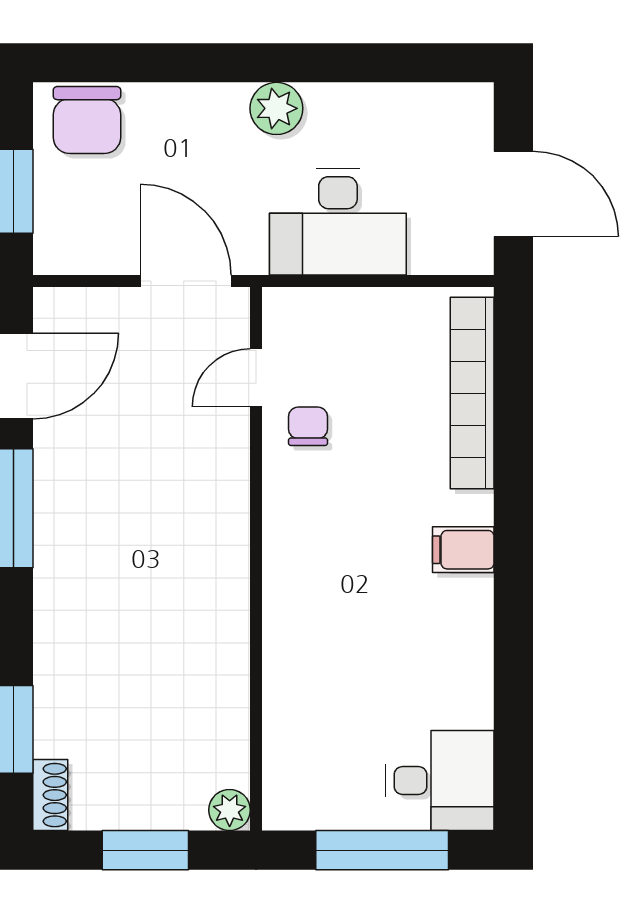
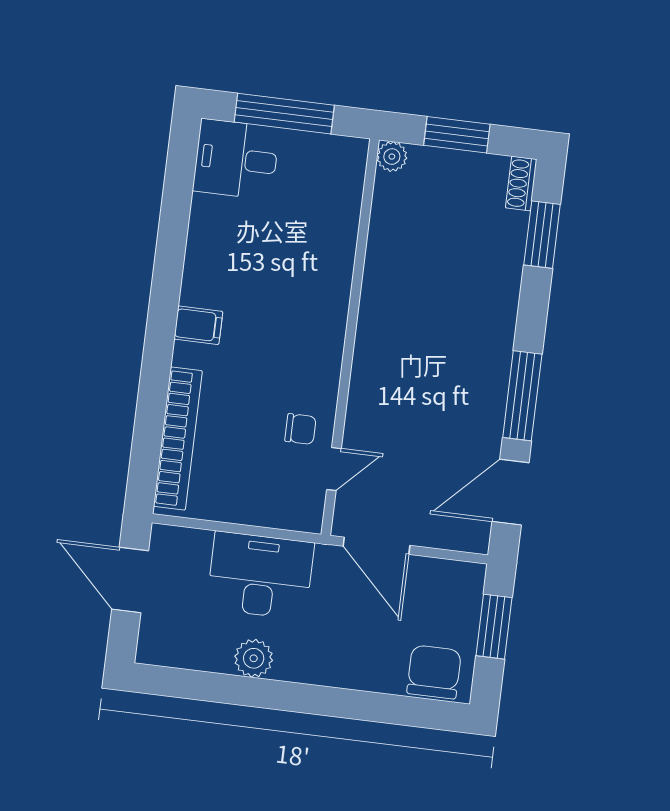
plant: (276, 108) -> (254, 658), moved
chair: (308, 426) -> (300, 429), turned -90

